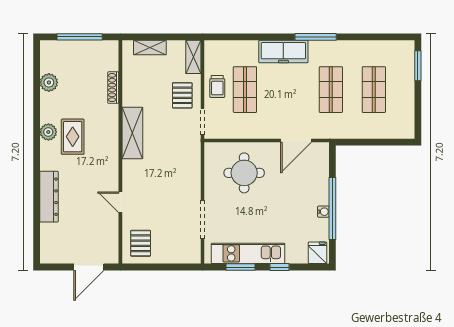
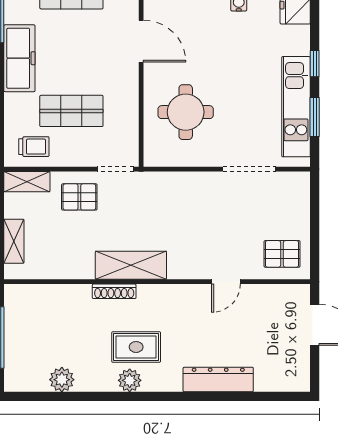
trolley: (217, 87) -> (34, 147), moved
shoe rack: (113, 88) -> (114, 291), moved

